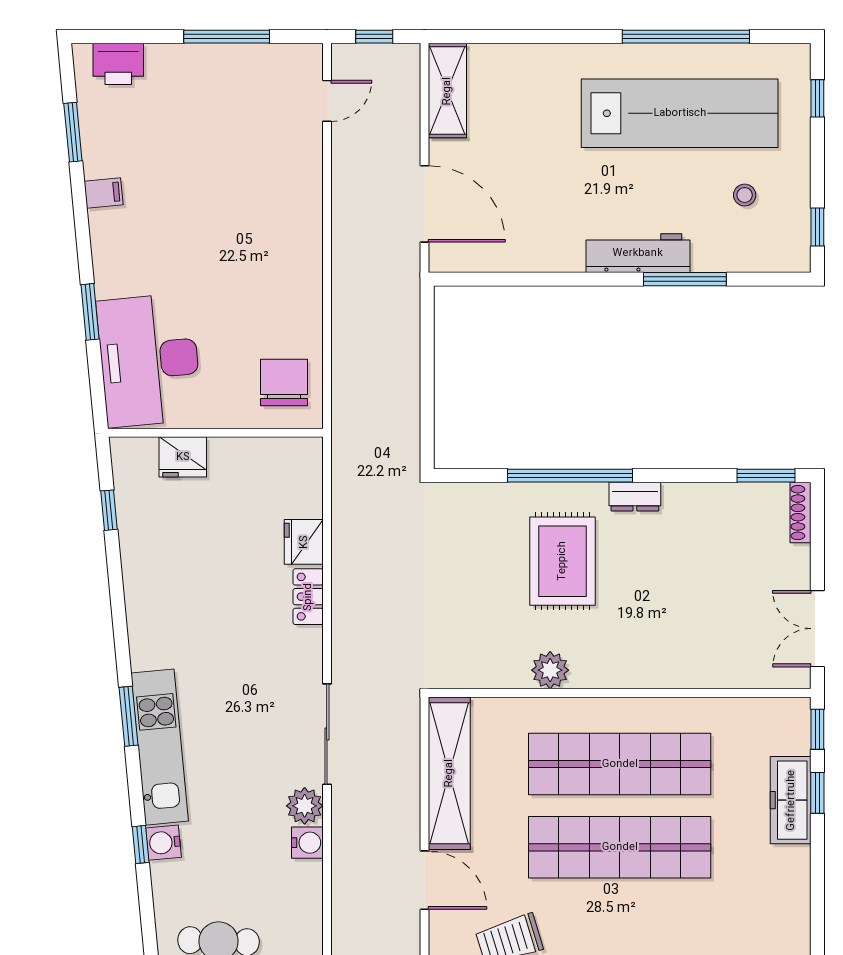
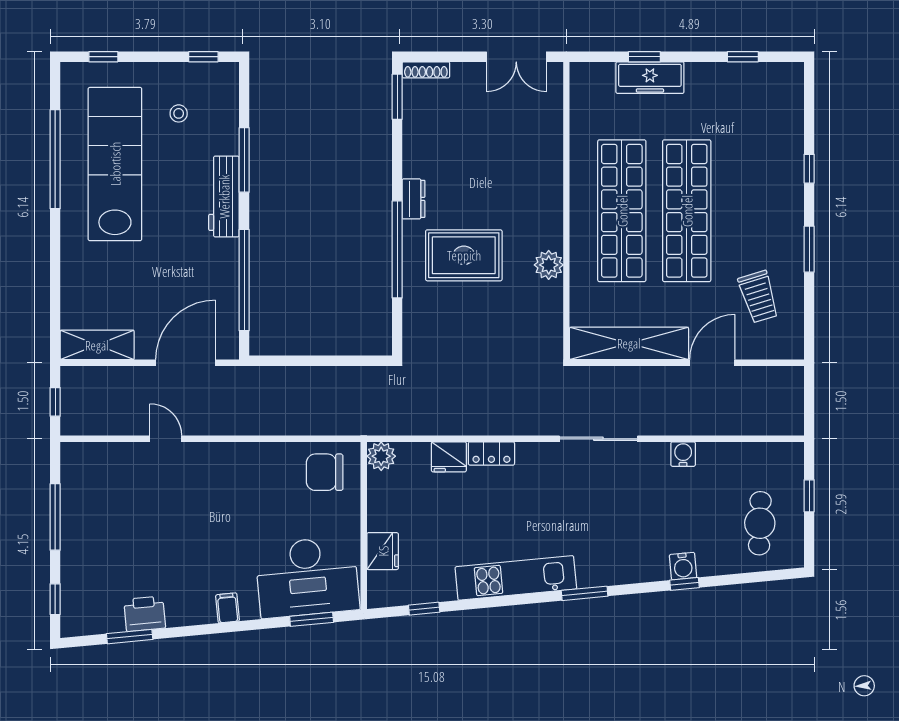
window: (121, 37) -> (55, 599), added
printer: (118, 64) -> (145, 614), moved, turned -95
door: (327, 101) -> (166, 439), moved
filing cabinet: (104, 193) -> (228, 608), moved
window: (531, 279) -> (244, 280), added
window: (90, 312) -> (312, 619), moved
window: (817, 729) -> (743, 57), moved
kitchen unit: (160, 747) -> (516, 578), moved
plant: (305, 806) -> (381, 456), moved

